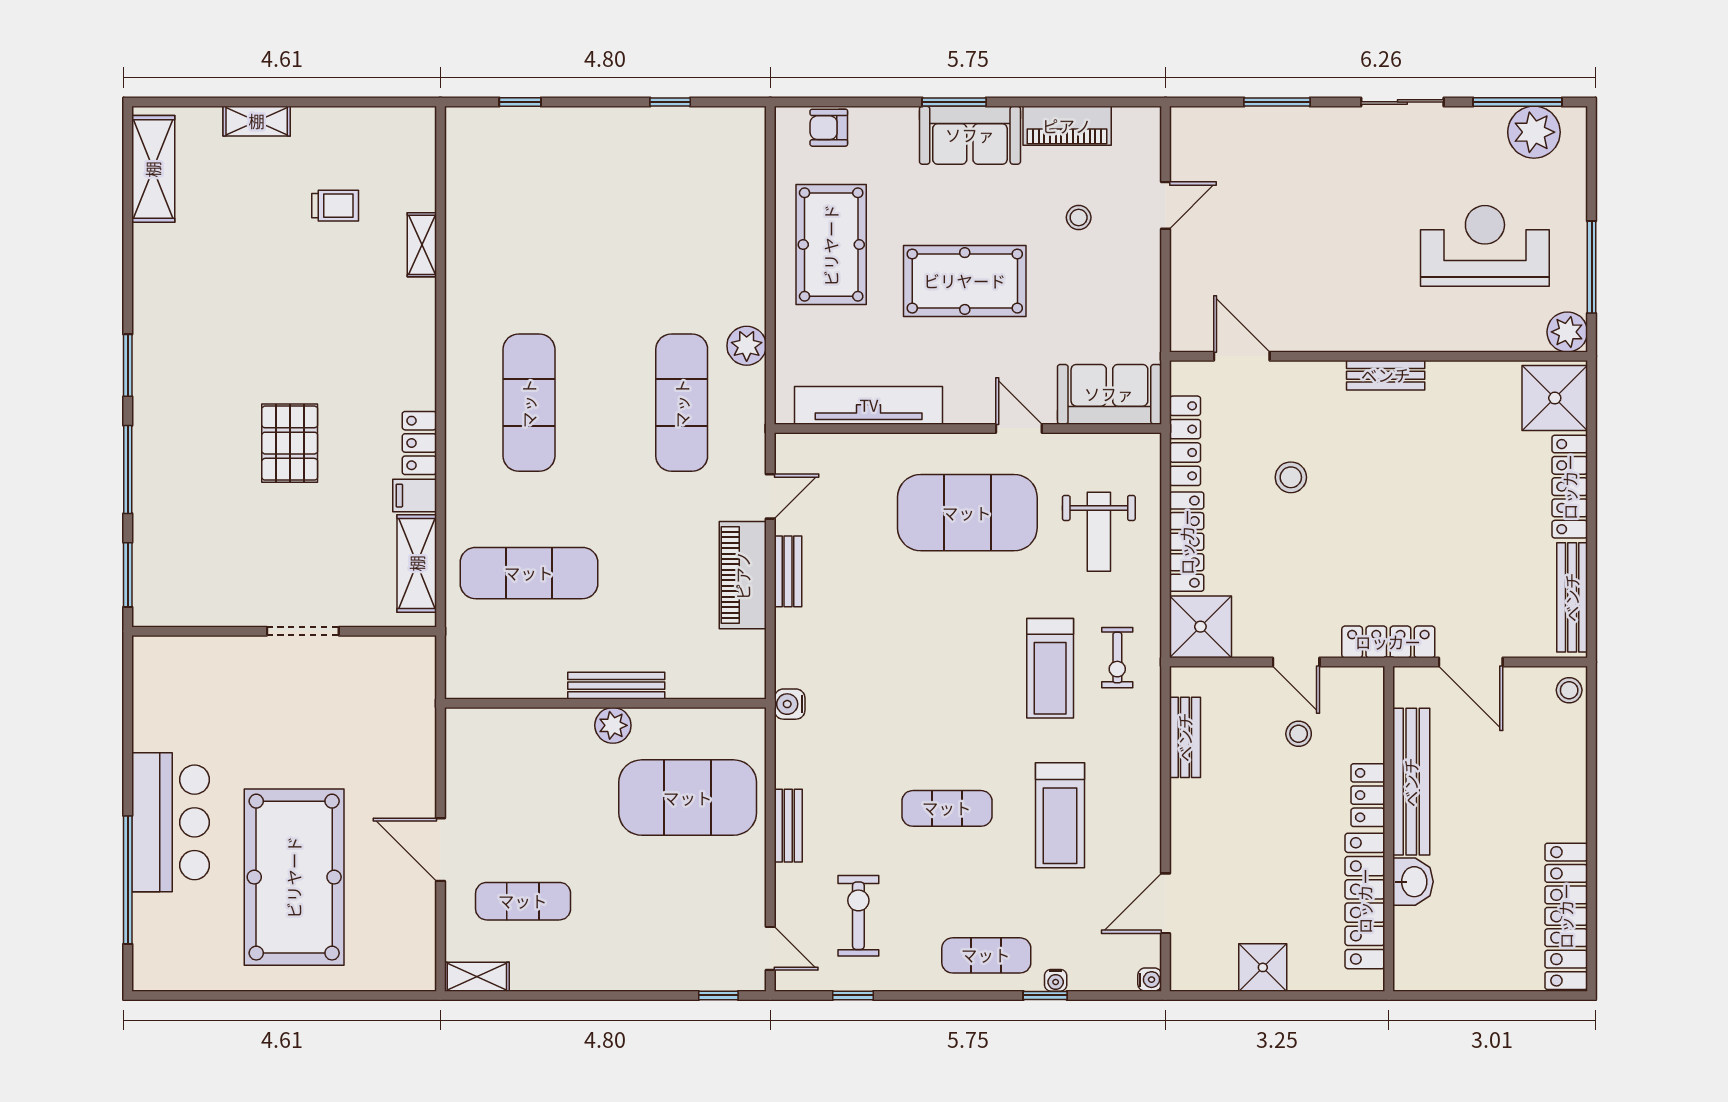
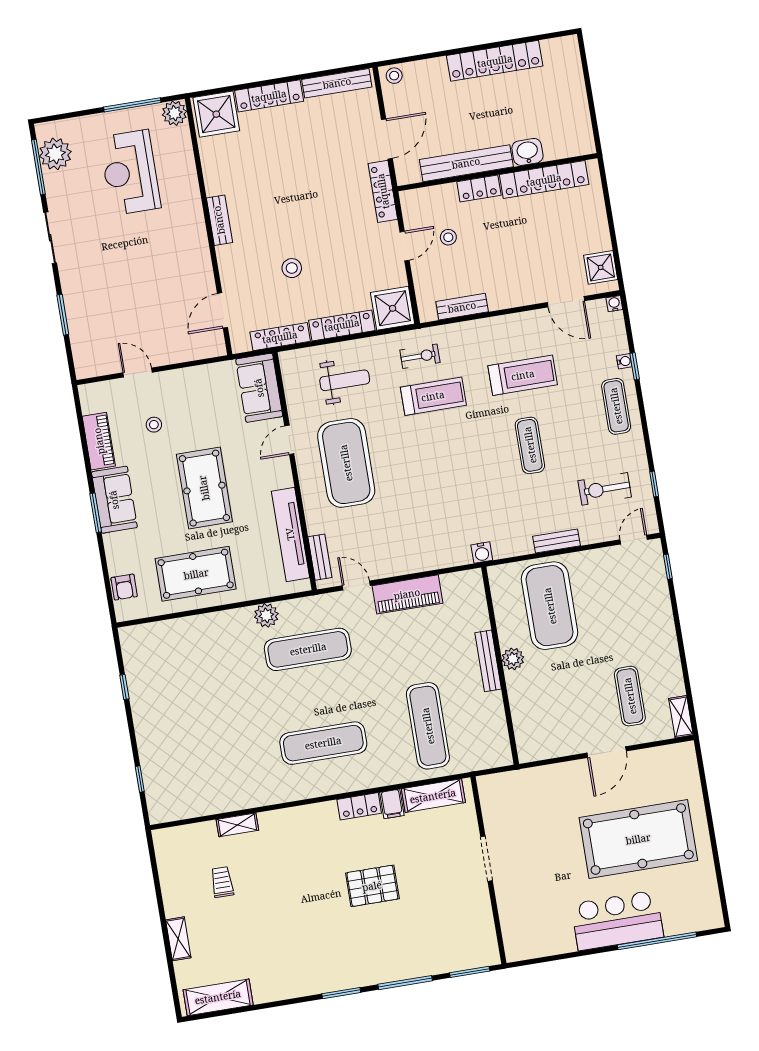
bench: (788, 571) -> (320, 557), moved, turned 90
locker: (1566, 916) -> (495, 61), moved
shower: (1263, 967) -> (601, 267), moved

